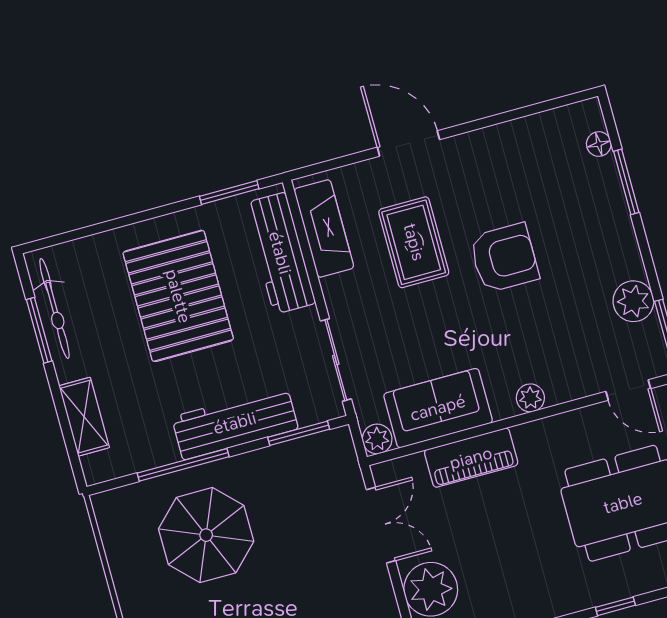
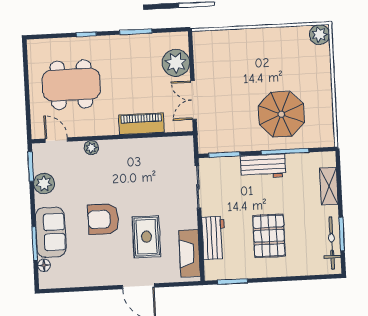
workbench: (280, 253) -> (214, 238), width x0.73
pallet: (178, 296) -> (269, 236), width x0.73, depth x0.71
plant: (530, 398) -> (91, 148), moved
sofa: (438, 408) -> (51, 232), moved, turned -90
workbench: (235, 423) -> (263, 166), width x0.73
plant: (377, 439) -> (186, 143), removed

